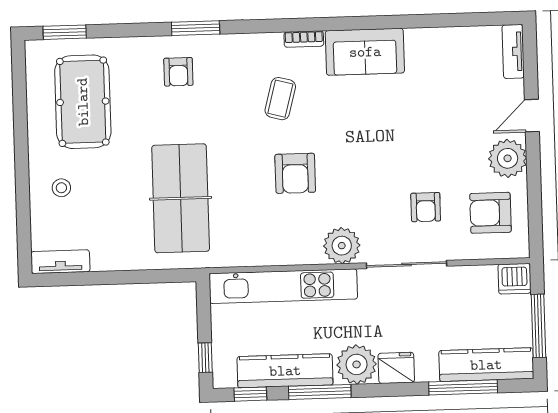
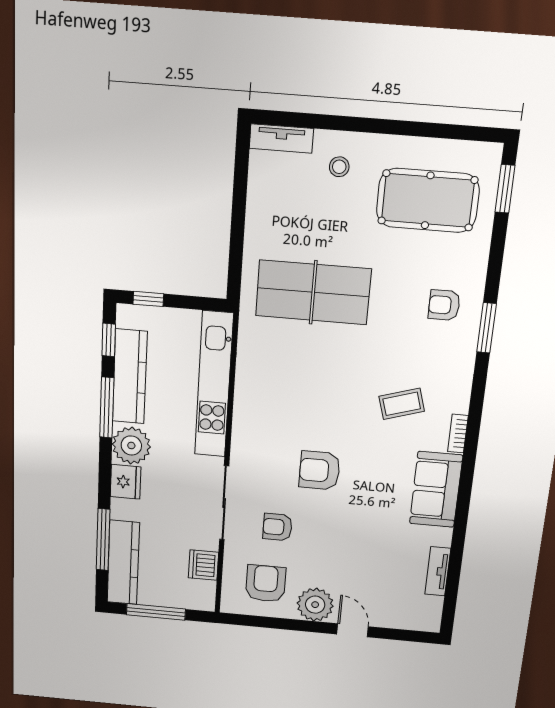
tv unit: (513, 51) -> (438, 571), moved, turned -90
coffee table: (280, 99) -> (402, 404), turned -32
armchair: (295, 173) -> (320, 470), moved
plant: (342, 246) -> (248, 445), removed
tv unit: (60, 262) -> (281, 138), moved, turned 90
dishwasher: (515, 279) -> (203, 565), moved

